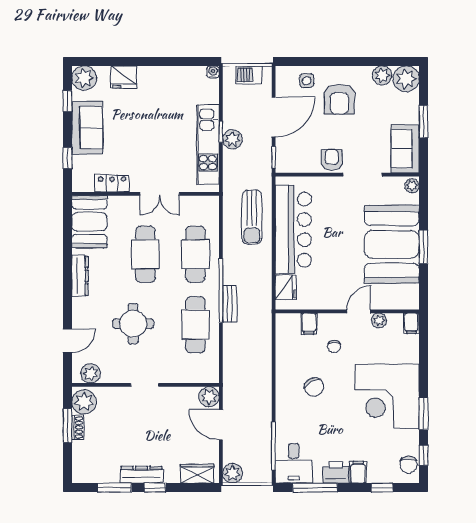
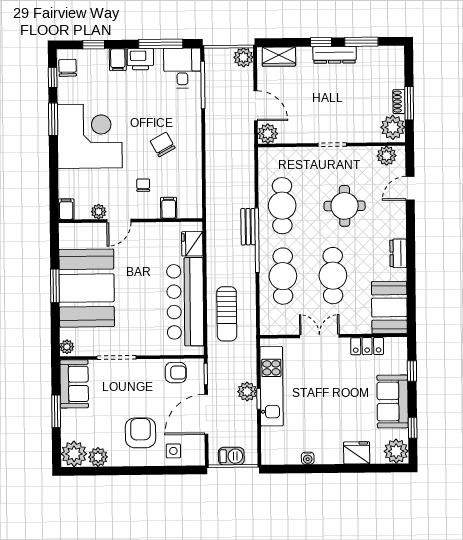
water cooler: (213, 72) -> (308, 458), moved
armchair: (332, 160) -> (176, 373), moved, turned -90
sun lounger: (252, 217) -> (227, 314), turned 180
dresser: (80, 276) -> (398, 253), width x0.70

